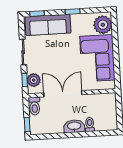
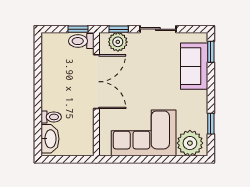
window: (73, 12) -> (211, 124), moved
sofa: (48, 25) -> (194, 66), width x0.73
window: (27, 124) -> (78, 29), moved
washbasin: (74, 126) -> (50, 139), moved

